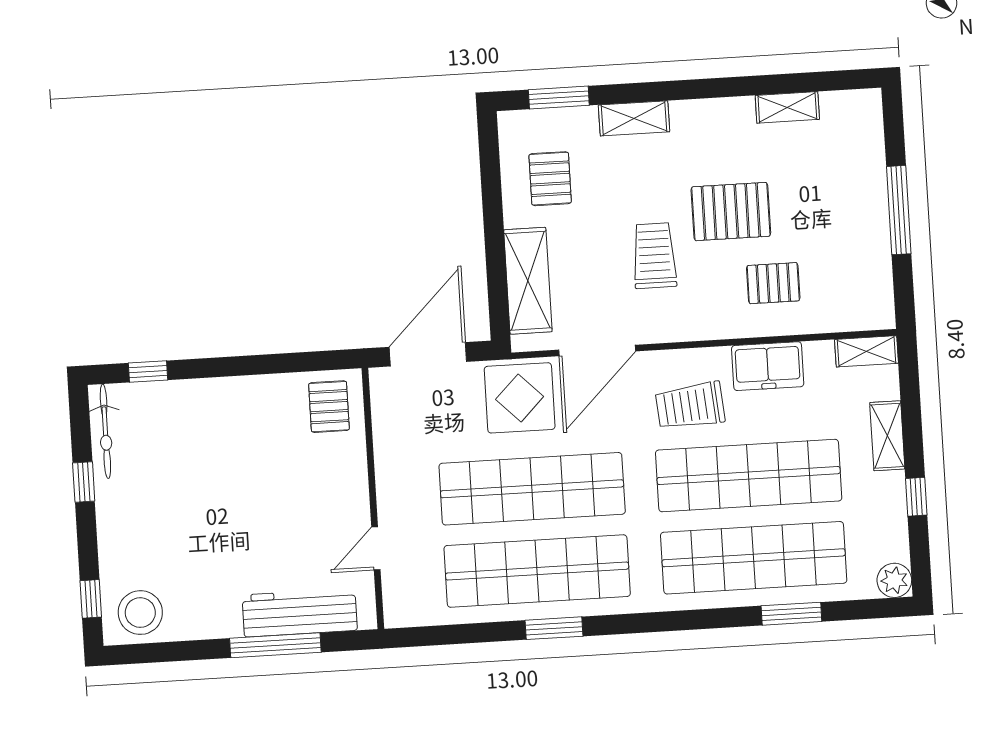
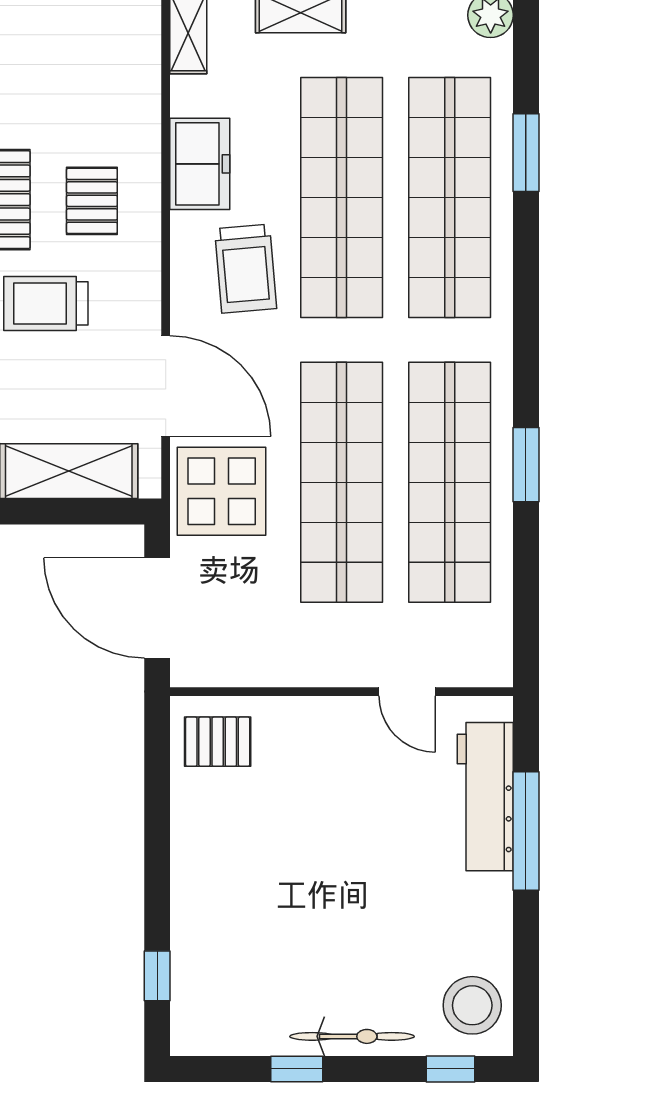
pallet: (773, 283) -> (92, 201), moved
bicycle: (105, 431) -> (352, 1036), moved

